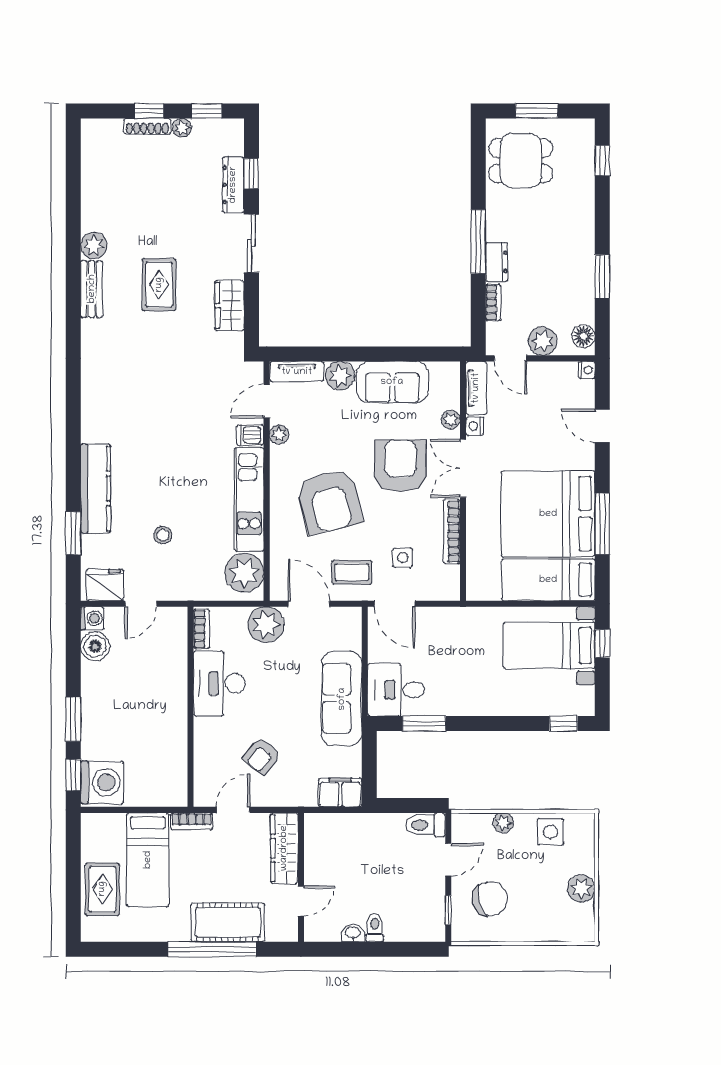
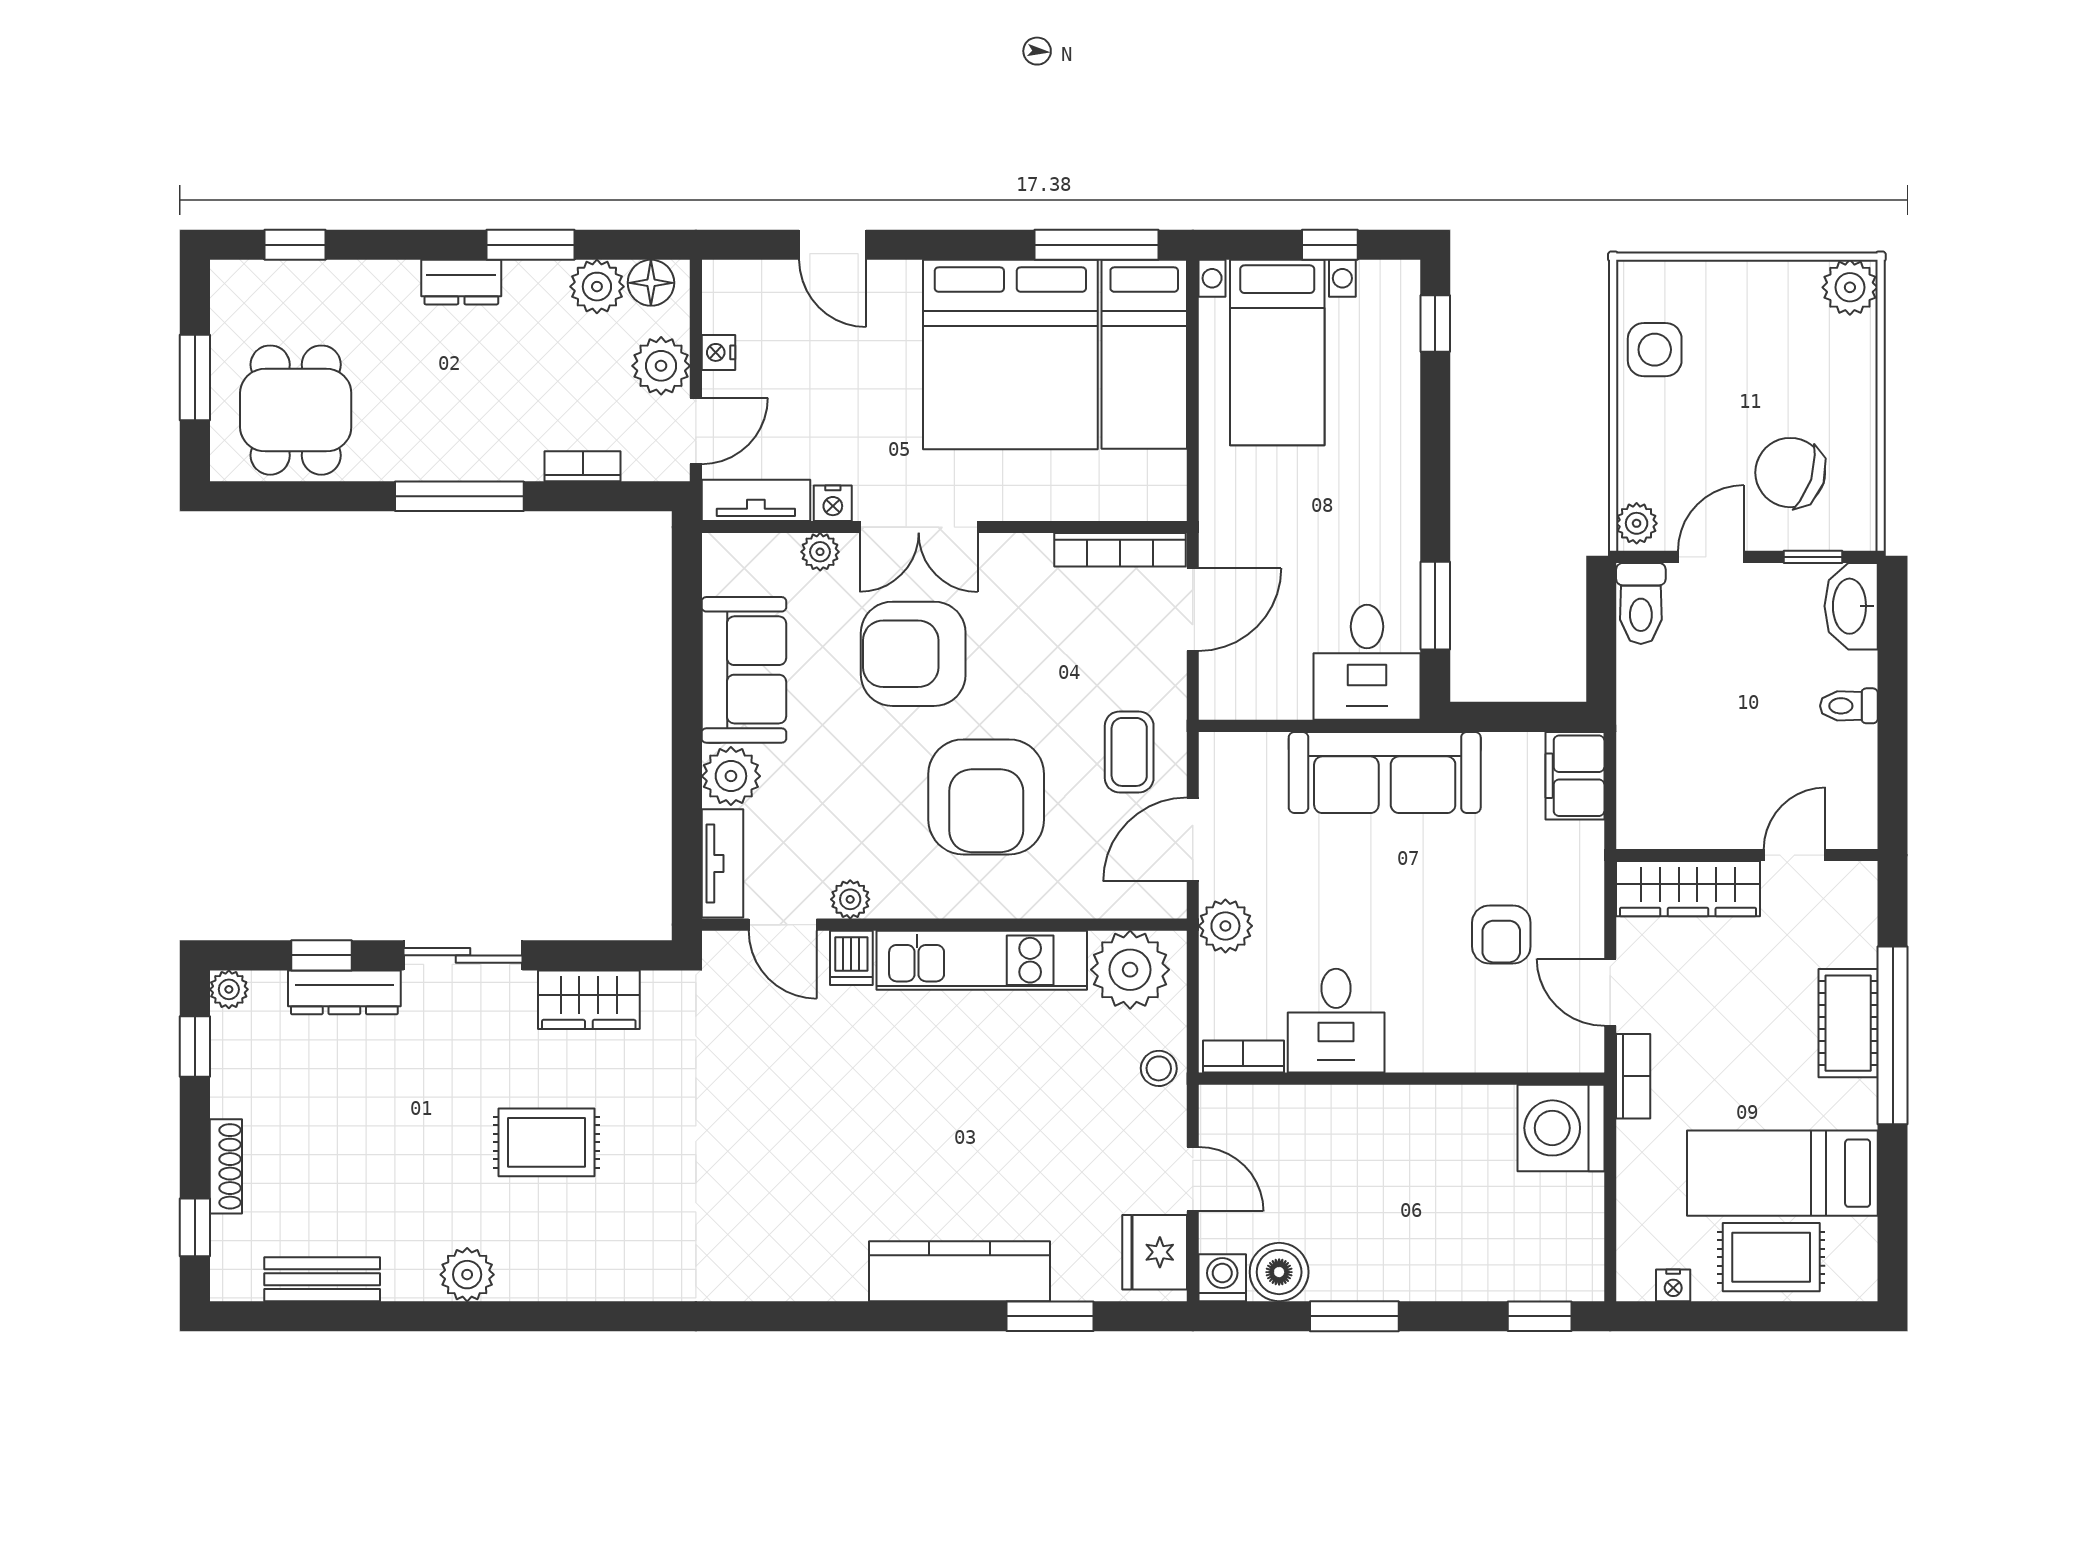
window: (149, 111) -> (195, 1227), moved
plant: (182, 128) -> (229, 989), moved
dresser: (497, 262) -> (461, 282), moved, turned 180
bench: (92, 289) -> (322, 1279), moved
plant: (582, 310) -> (597, 287), added
nightstand: (587, 370) -> (718, 352), moved, turned -90
door: (602, 426) -> (833, 245), hinge flipped
armchair: (330, 502) -> (986, 797), turned 104
window: (602, 524) -> (1097, 245), moved
bookcase: (452, 531) -> (1120, 550), moved
stool: (163, 535) -> (1159, 1068), moved
side table: (403, 558) -> (1099, 649), removed
door: (395, 604) -> (1193, 609), moved
plant: (266, 625) -> (1225, 926), width x0.73, depth x0.73
window: (602, 644) -> (1330, 245), moved
desk: (219, 683) -> (1336, 1021), width x0.73
window: (73, 719) -> (1354, 1316), moved
armchair: (262, 756) -> (1501, 935), turned 52
washing machine: (102, 782) -> (1561, 1128), moved, turned -90
plant: (503, 823) -> (1637, 523), moved
nightstand: (89, 841) -> (1673, 1285), added
bed: (148, 860) -> (1782, 1173), moved, turned 180
door: (448, 860) -> (1711, 557), hinge flipped
plant: (581, 888) -> (1850, 287), moved
chair: (490, 899) -> (1790, 473), turned -56
door: (301, 901) -> (1795, 855), hinge flipped
cot: (228, 922) -> (1848, 1023), width x0.73, depth x0.75
washbasin: (353, 933) -> (1851, 606), moved, width x1.91, depth x1.45

